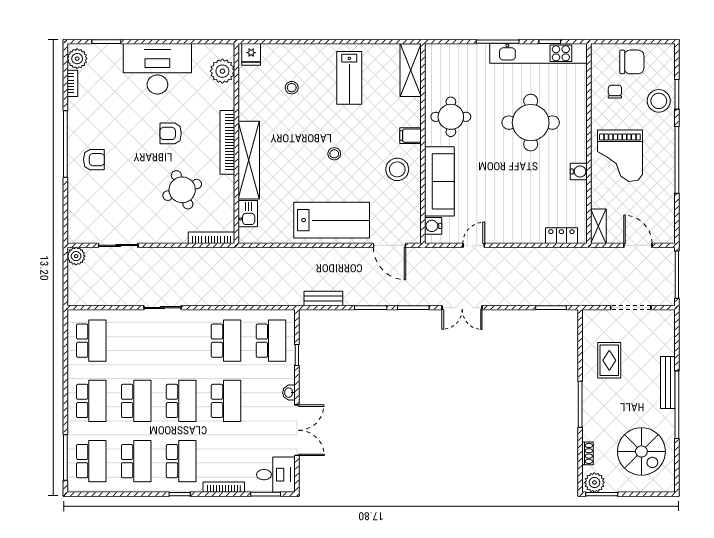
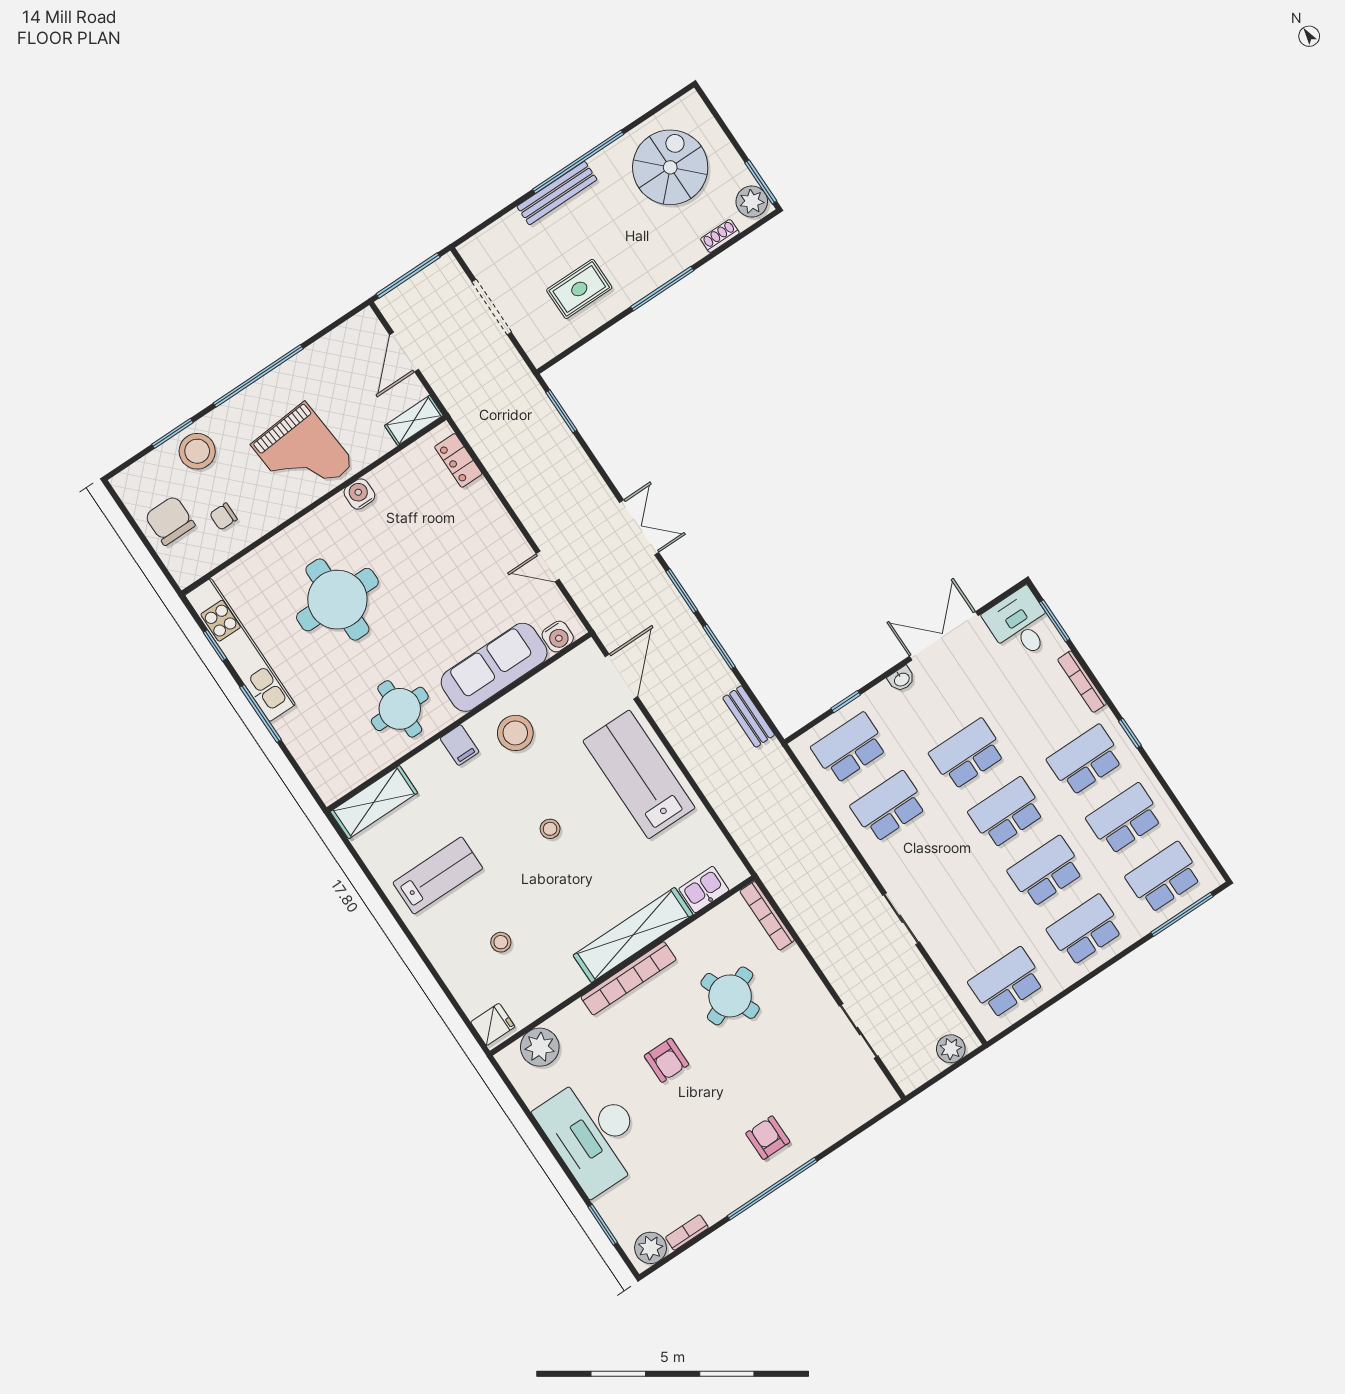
grand piano: (620, 156) -> (303, 454), turned 85
plant: (76, 256) -> (951, 1049), moved

